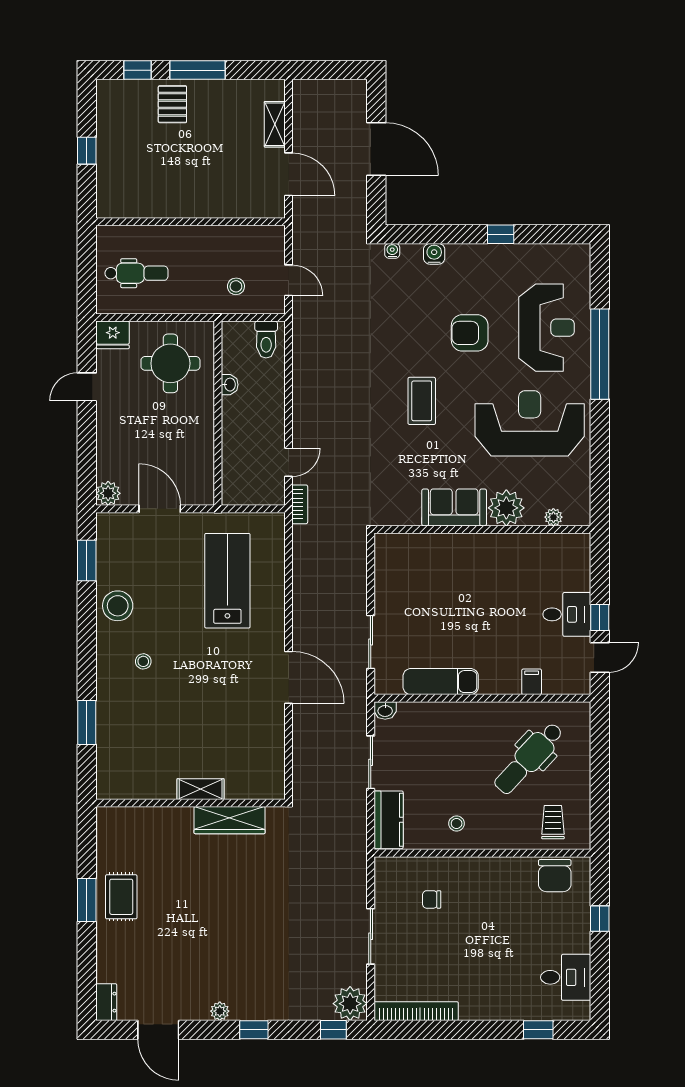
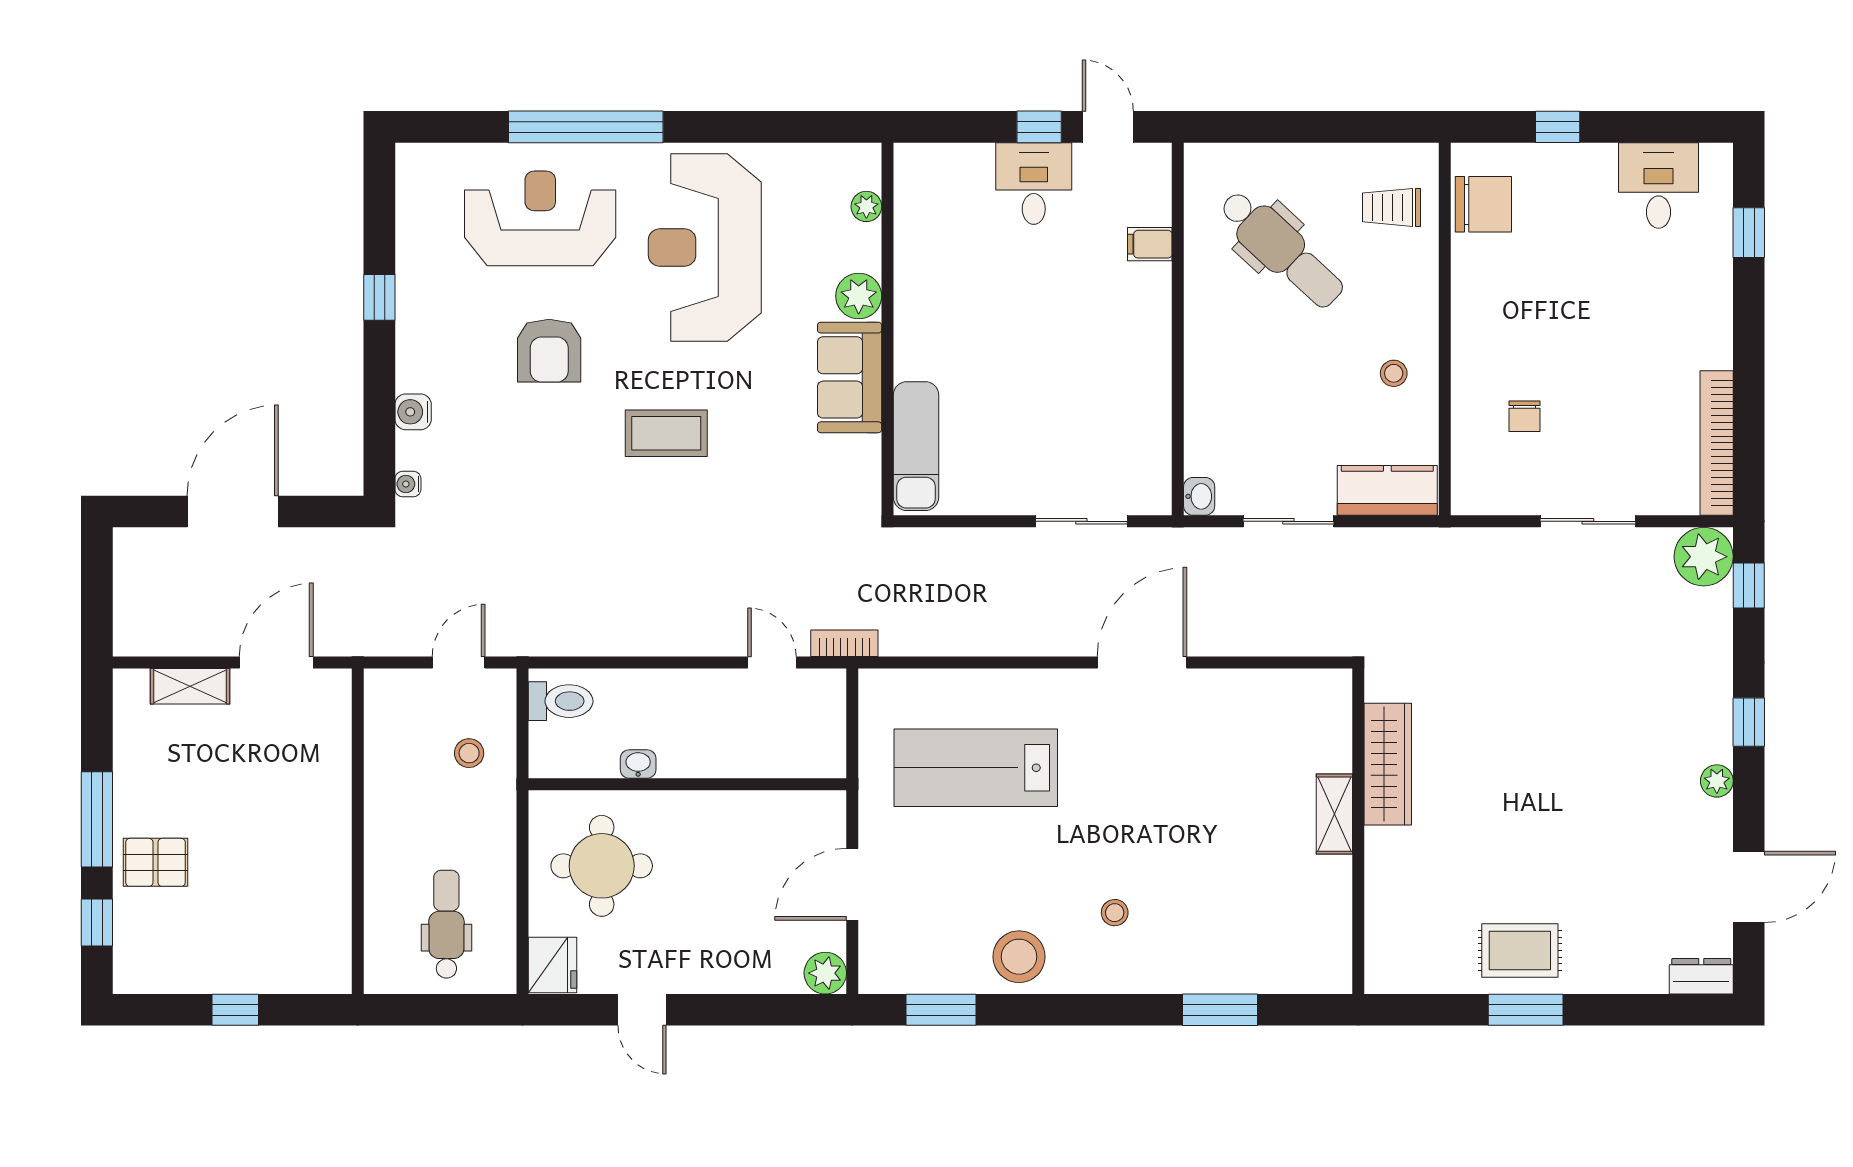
plant: (506, 508) -> (859, 296), width x0.73, depth x0.73
exam couch: (441, 682) -> (916, 446), moved, turned 180

